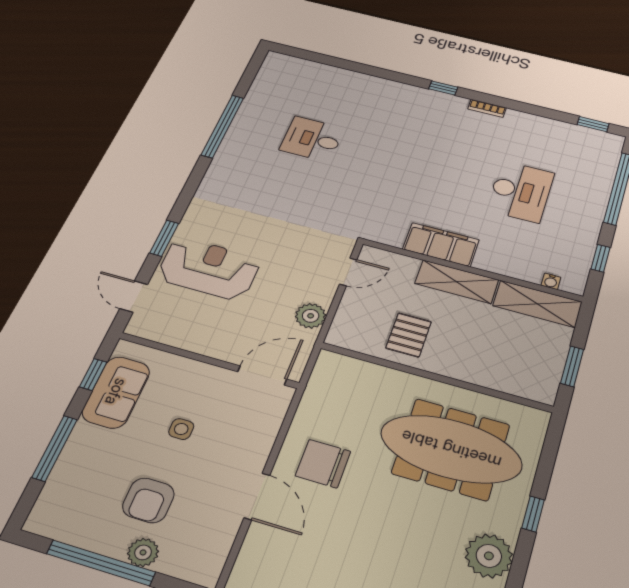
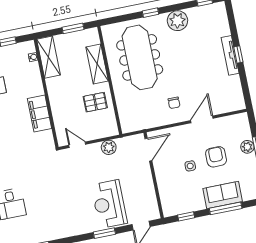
shelving: (457, 282) -> (97, 64), moved
door: (262, 375) -> (148, 150), swing flipped
sofa: (116, 392) -> (223, 195), moved
chair: (323, 464) -> (174, 103), width x0.54, depth x0.54
armchair: (148, 500) -> (216, 157), moved, turned -90

